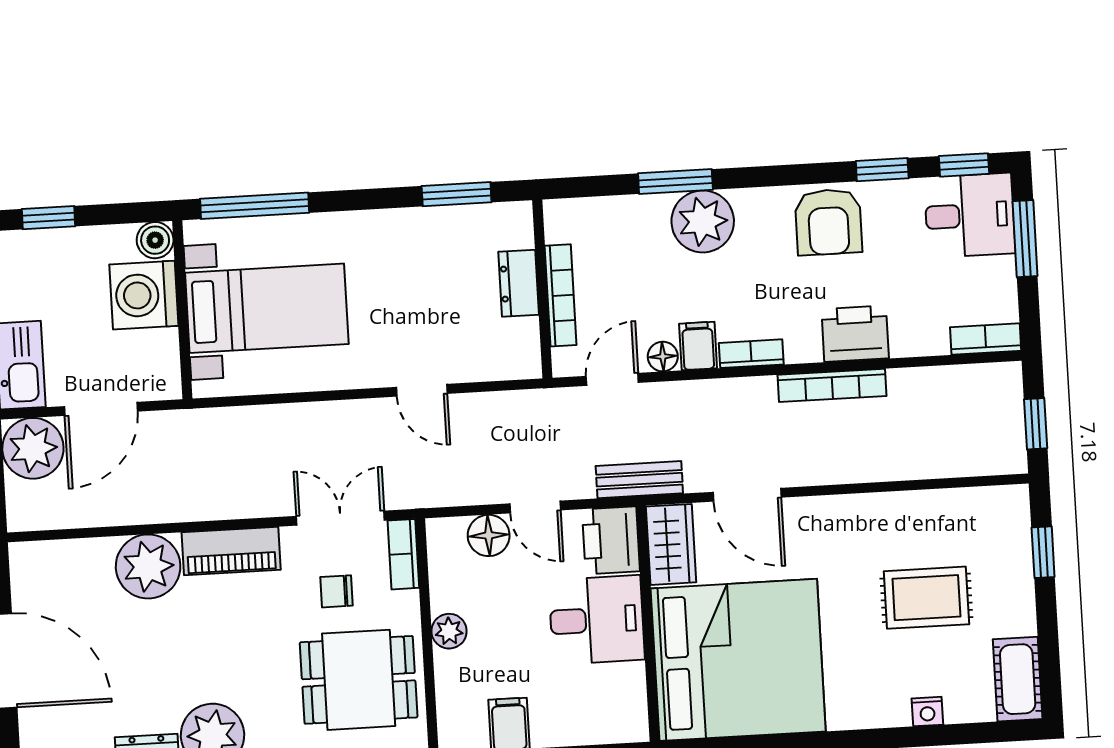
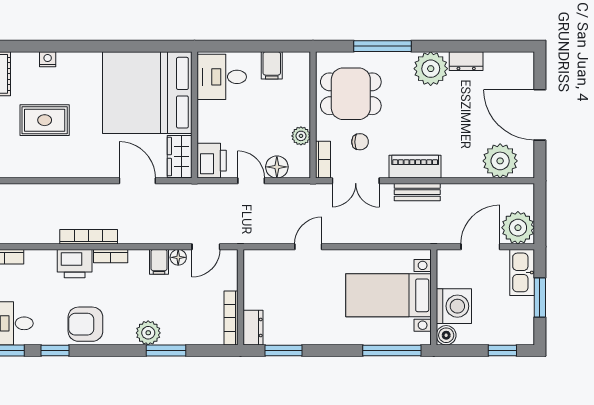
plant: (703, 221) -> (148, 333), width x0.73, depth x0.73
armchair: (828, 222) -> (85, 324), turned -90
dresser: (519, 283) -> (253, 328), moved
bookcase: (561, 295) -> (231, 318), moved
bookcase: (751, 354) -> (111, 256), moved
door: (422, 390) -> (308, 247), hinge flipped
bench: (639, 480) -> (417, 192), moved
plant: (148, 566) -> (500, 161), moved
desk: (597, 620) -> (222, 77), moved
plant: (449, 631) -> (301, 136), moved

